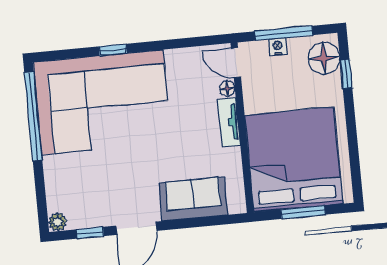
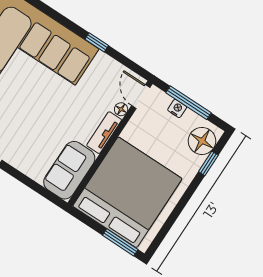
window: (113, 50) -> (97, 42), moved
sofa: (193, 199) -> (69, 170), moved, turned -90
window: (303, 212) -> (120, 242), moved

